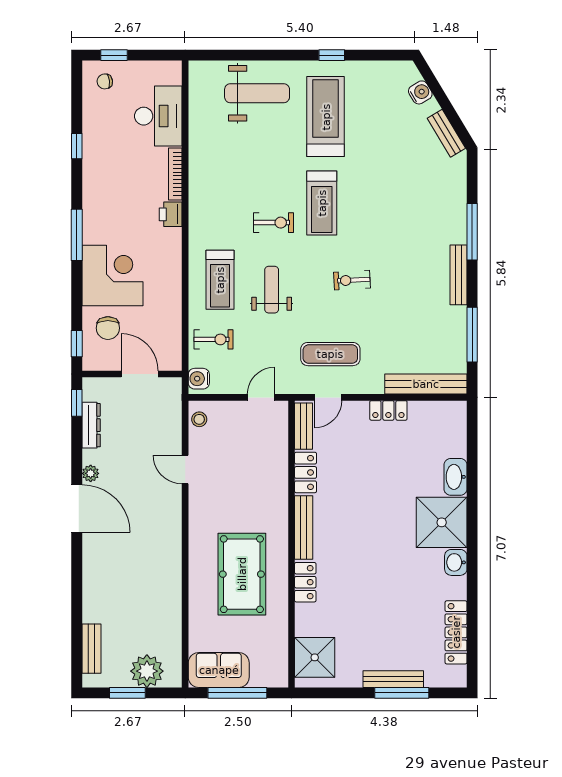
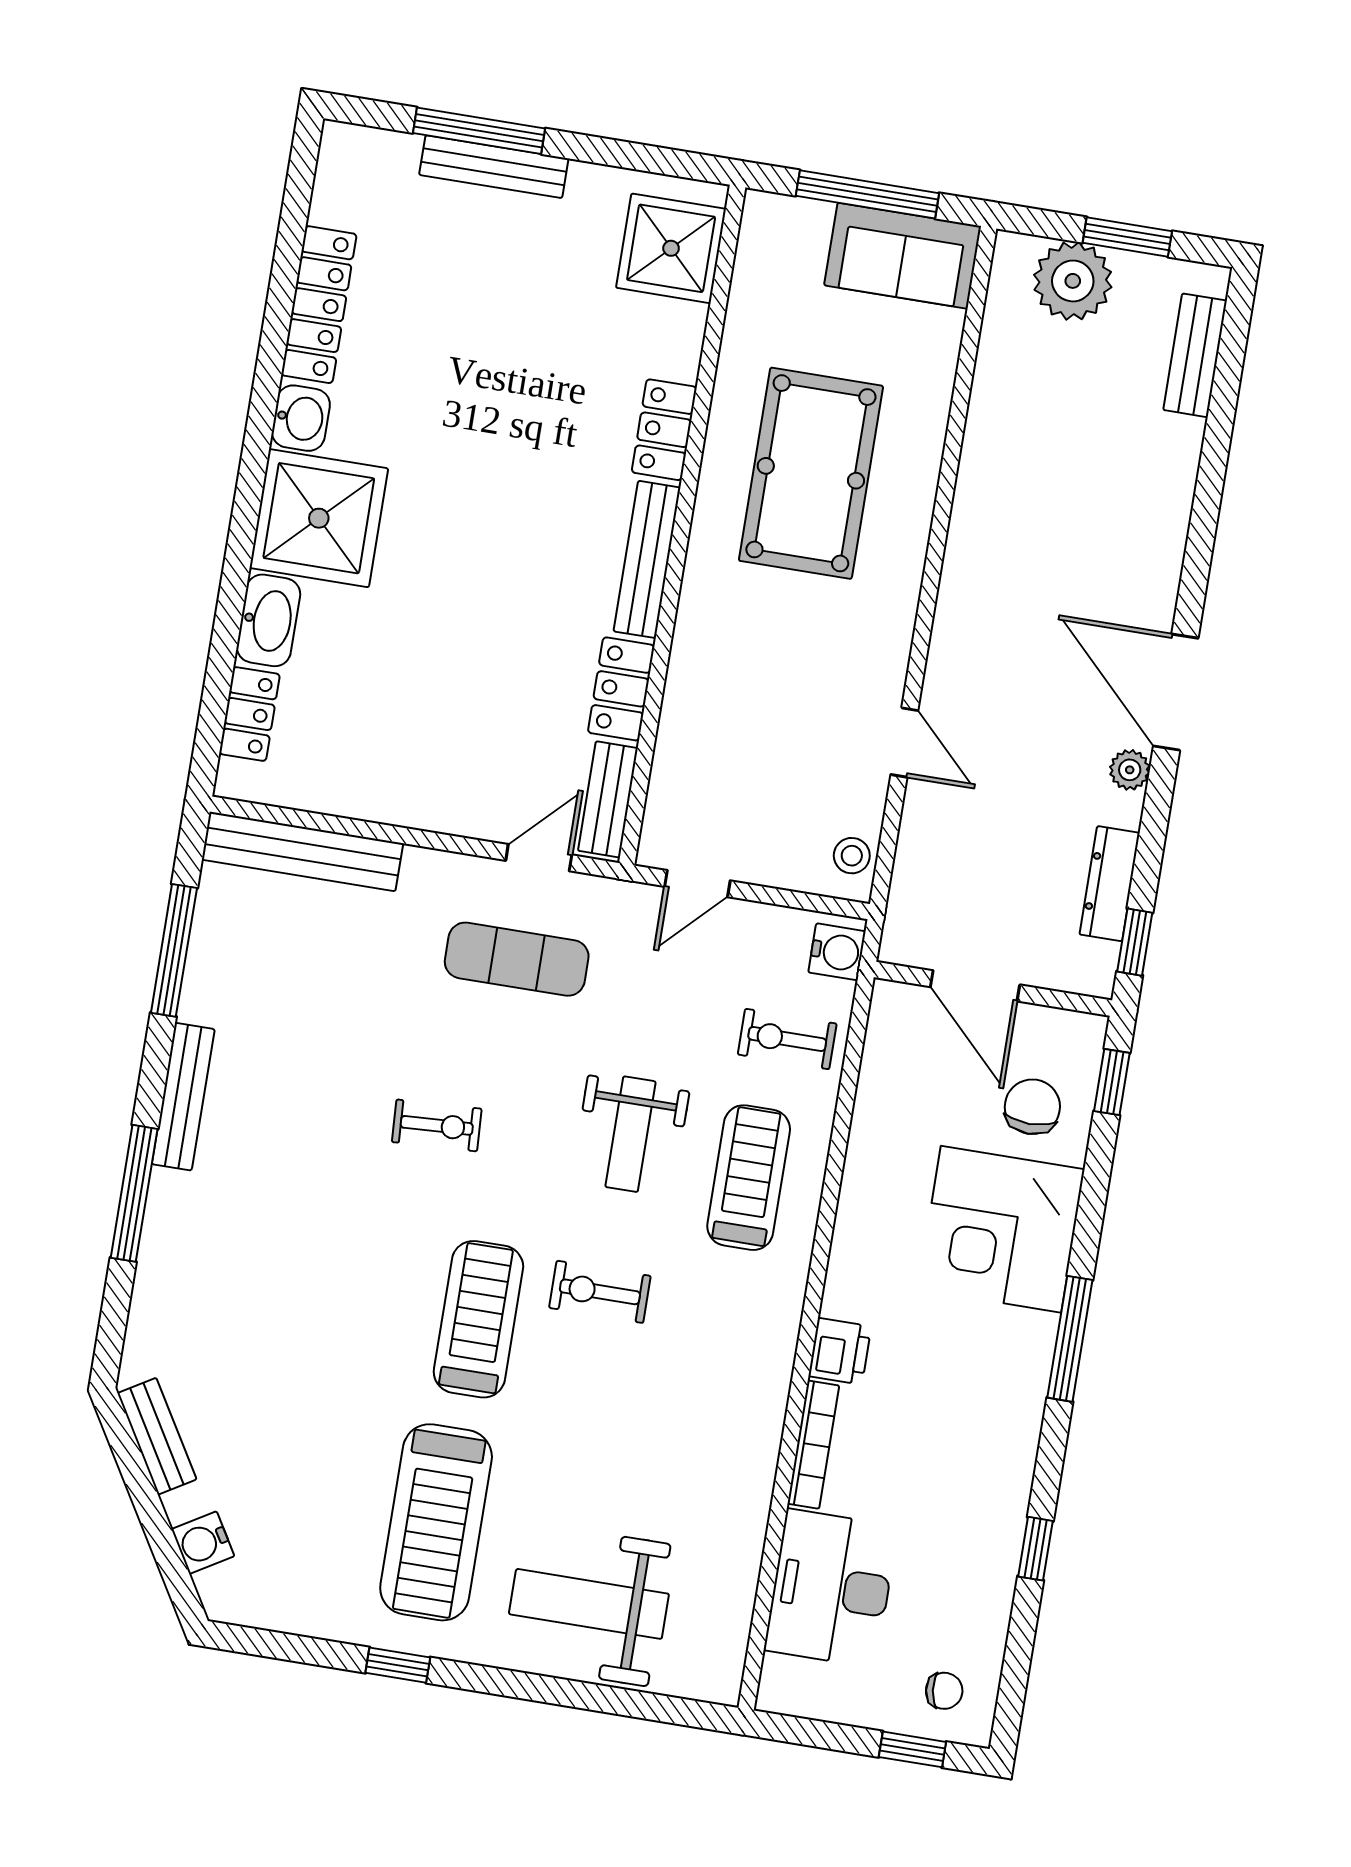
locker: (388, 410) -> (250, 714), moved, turned 90
locker: (456, 632) -> (319, 305), moved

